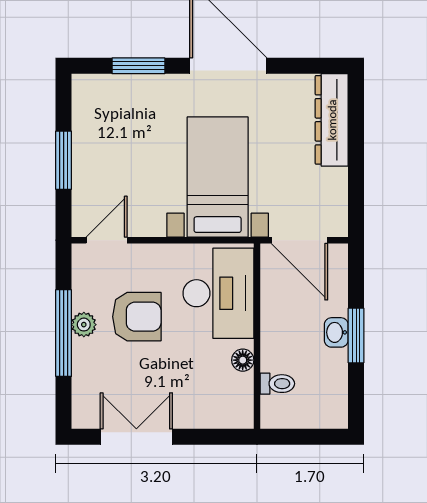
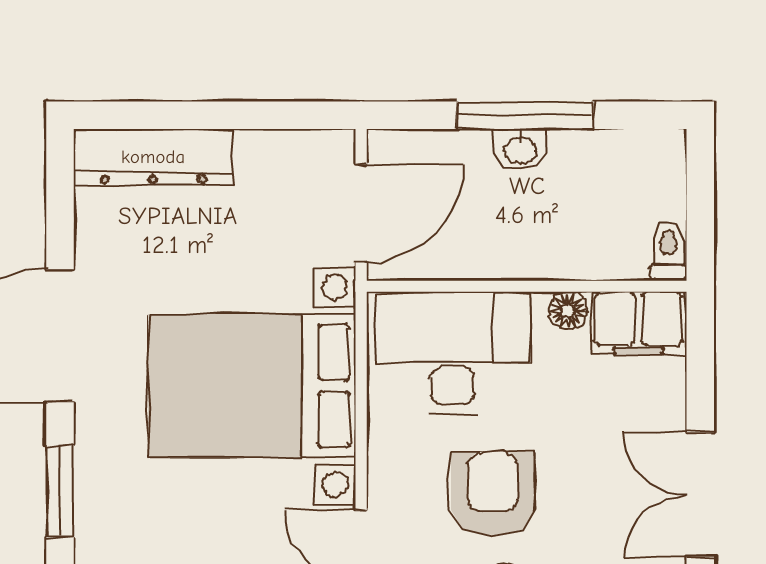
bed with nightstands: (218, 177) -> (252, 386), width x1.36
window: (356, 335) -> (525, 115), width x1.44
toilet: (277, 384) -> (668, 251), moved
filing cabinet: (236, 401) -> (638, 323), added

